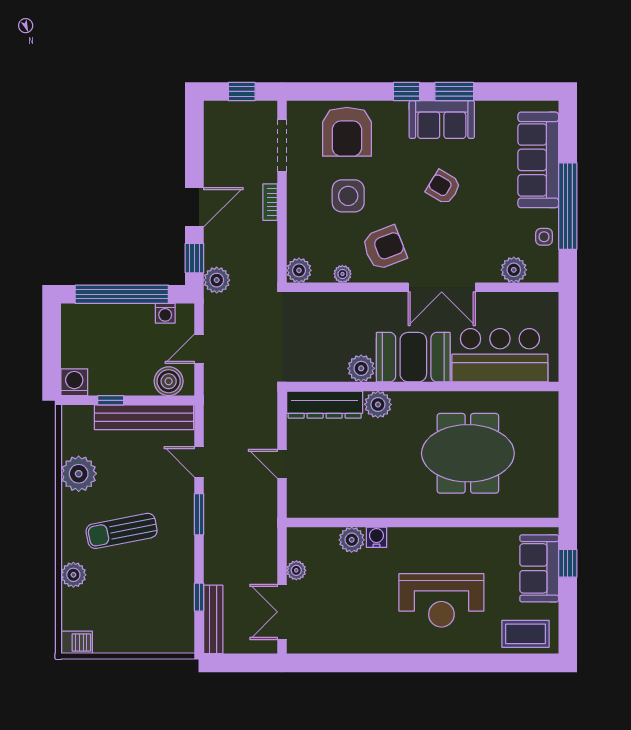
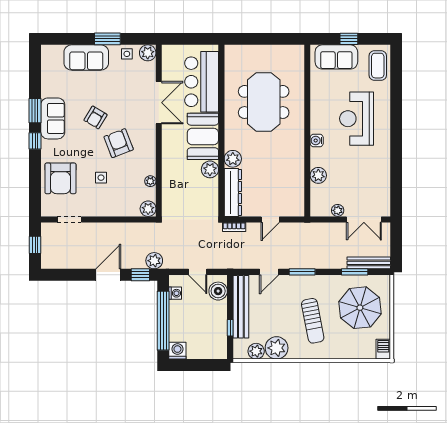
armchair: (347, 132) -> (60, 178), turned 90
doorway: (282, 146) -> (69, 219), width x0.73
sofa: (538, 160) -> (86, 57), width x0.73
side table: (348, 196) -> (101, 178), width x0.54, depth x0.54
bookcase: (270, 202) -> (234, 227), moved
window: (568, 206) -> (107, 39), width x0.47
door: (194, 207) -> (108, 275), hinge flipped
armchair: (384, 248) -> (119, 143), moved
plant: (514, 270) -> (148, 53), moved
double door: (442, 287) -> (159, 103), moved
washing machine: (74, 382) -> (177, 351), moved, turned 90
water cooler: (377, 537) -> (317, 140), moved
window: (568, 563) -> (349, 39), moved
plant: (73, 575) -> (256, 351), moved
window: (199, 597) -> (355, 272), width x1.50
reception desk: (441, 600) -> (357, 119), turned 180
parasol: (142, 606) -> (360, 308), added

